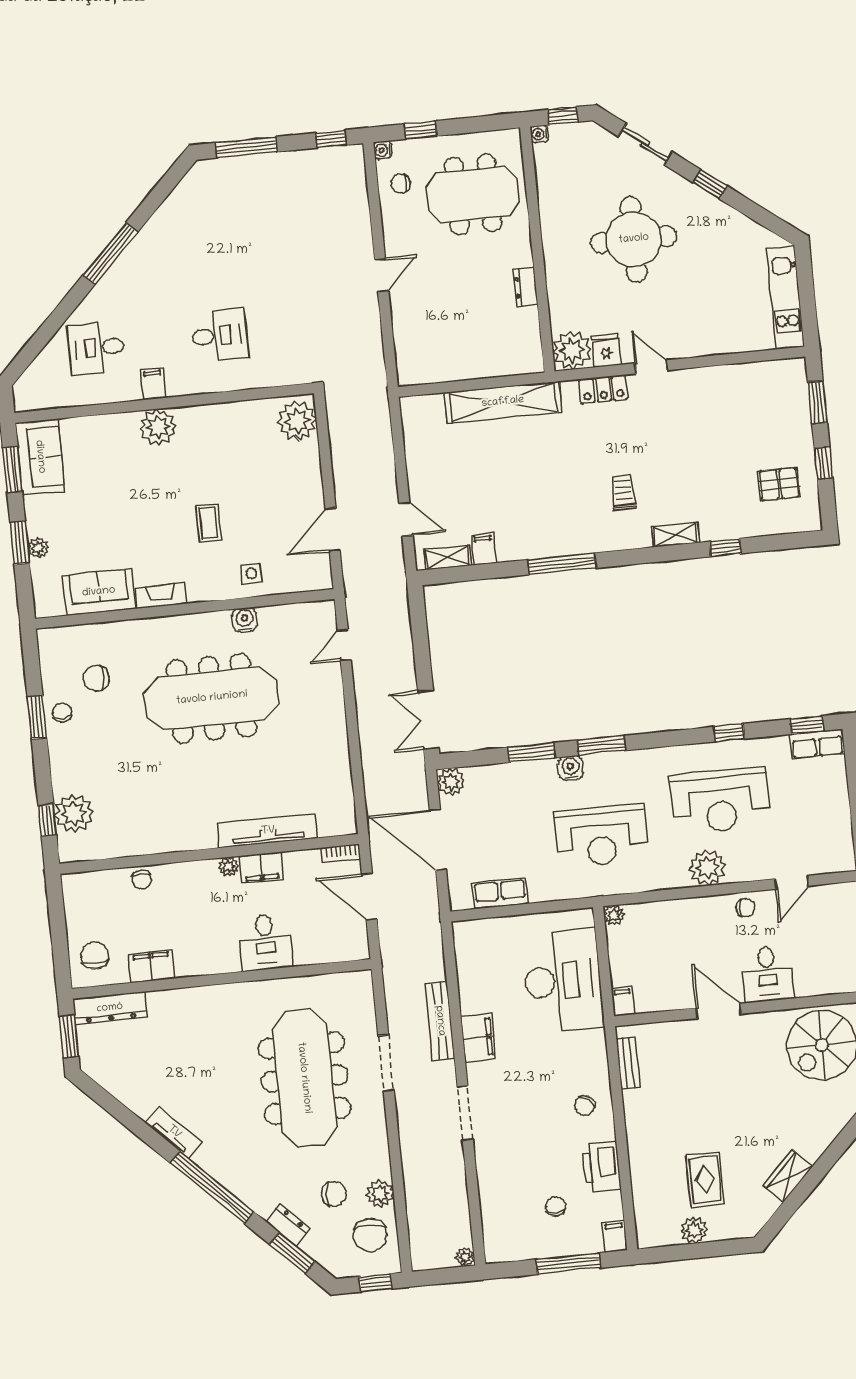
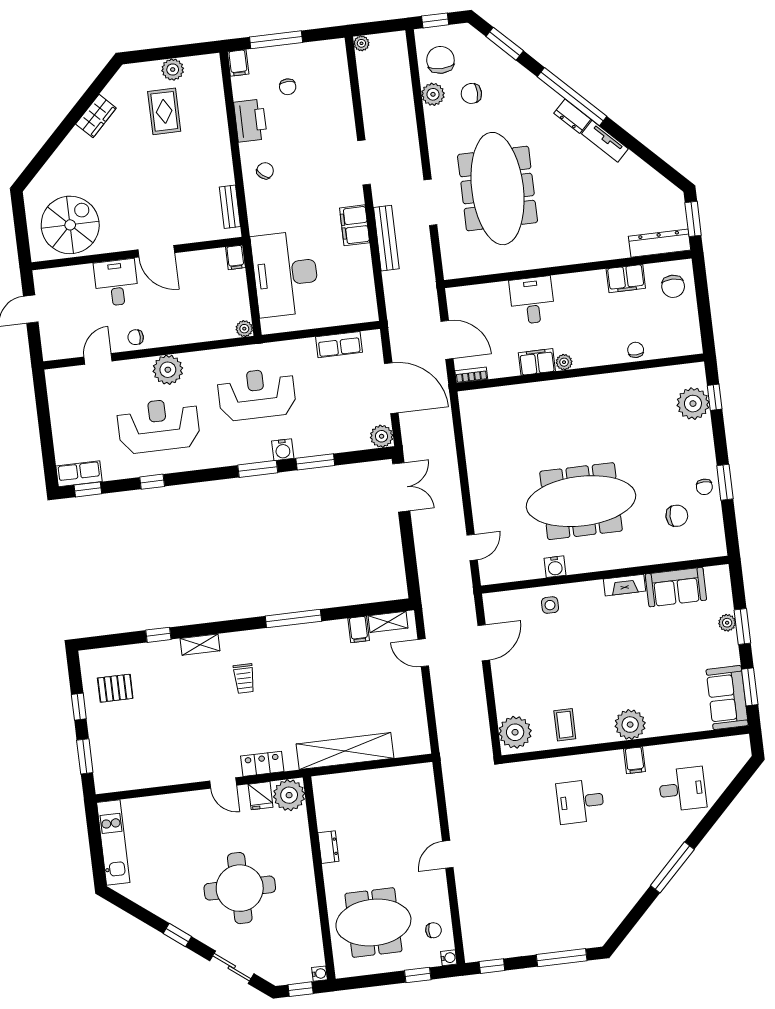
coffee table: (208, 523) -> (565, 725), moved
tv unit: (268, 831) -> (532, 393), removed
dresser: (288, 1225) -> (572, 116), moved

